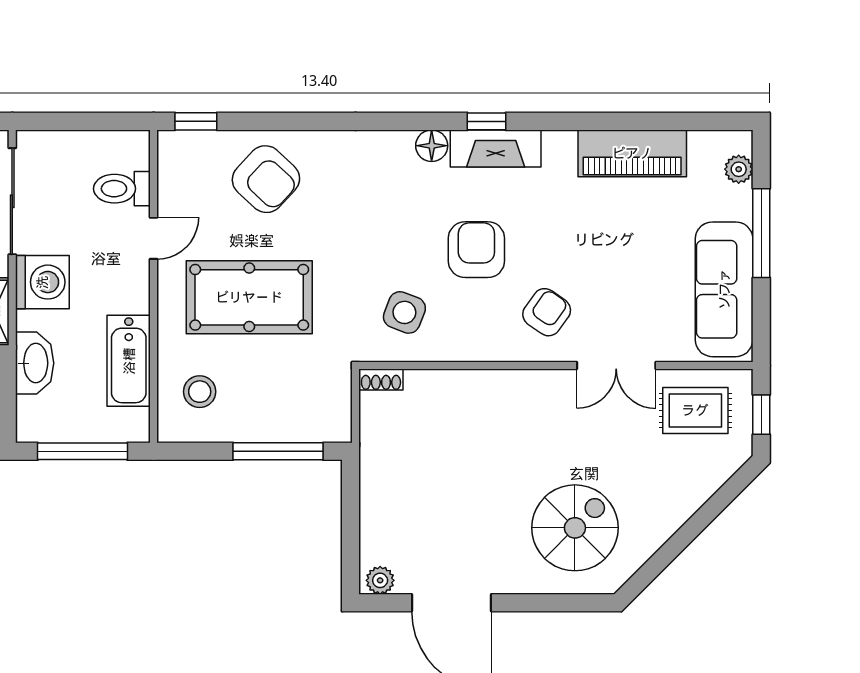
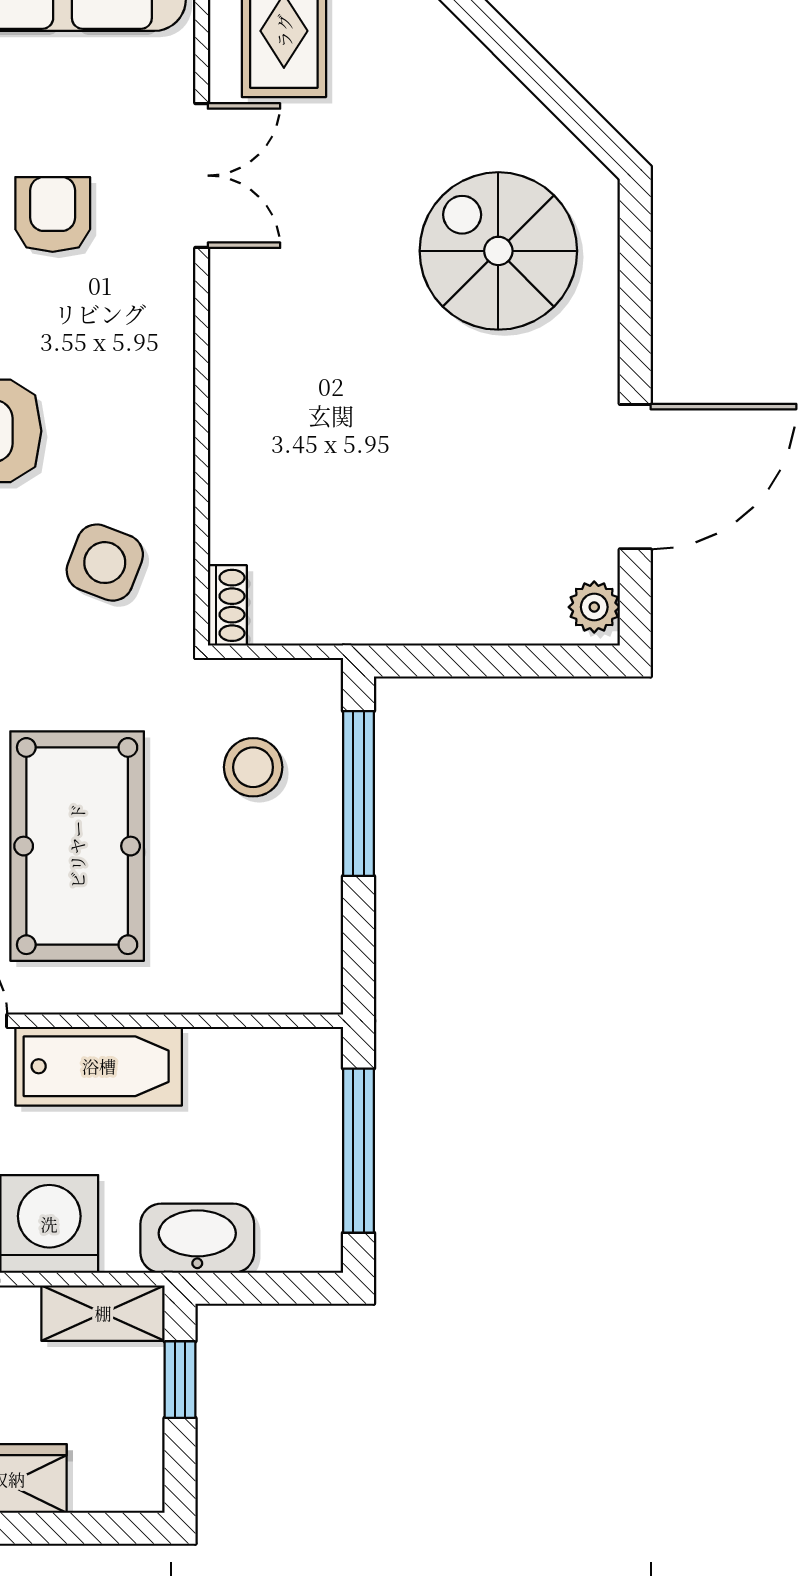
armchair: (547, 312) -> (53, 214), moved, turned 55
bathtub: (129, 361) -> (99, 1066), moved
stool: (200, 392) -> (253, 767), moved

